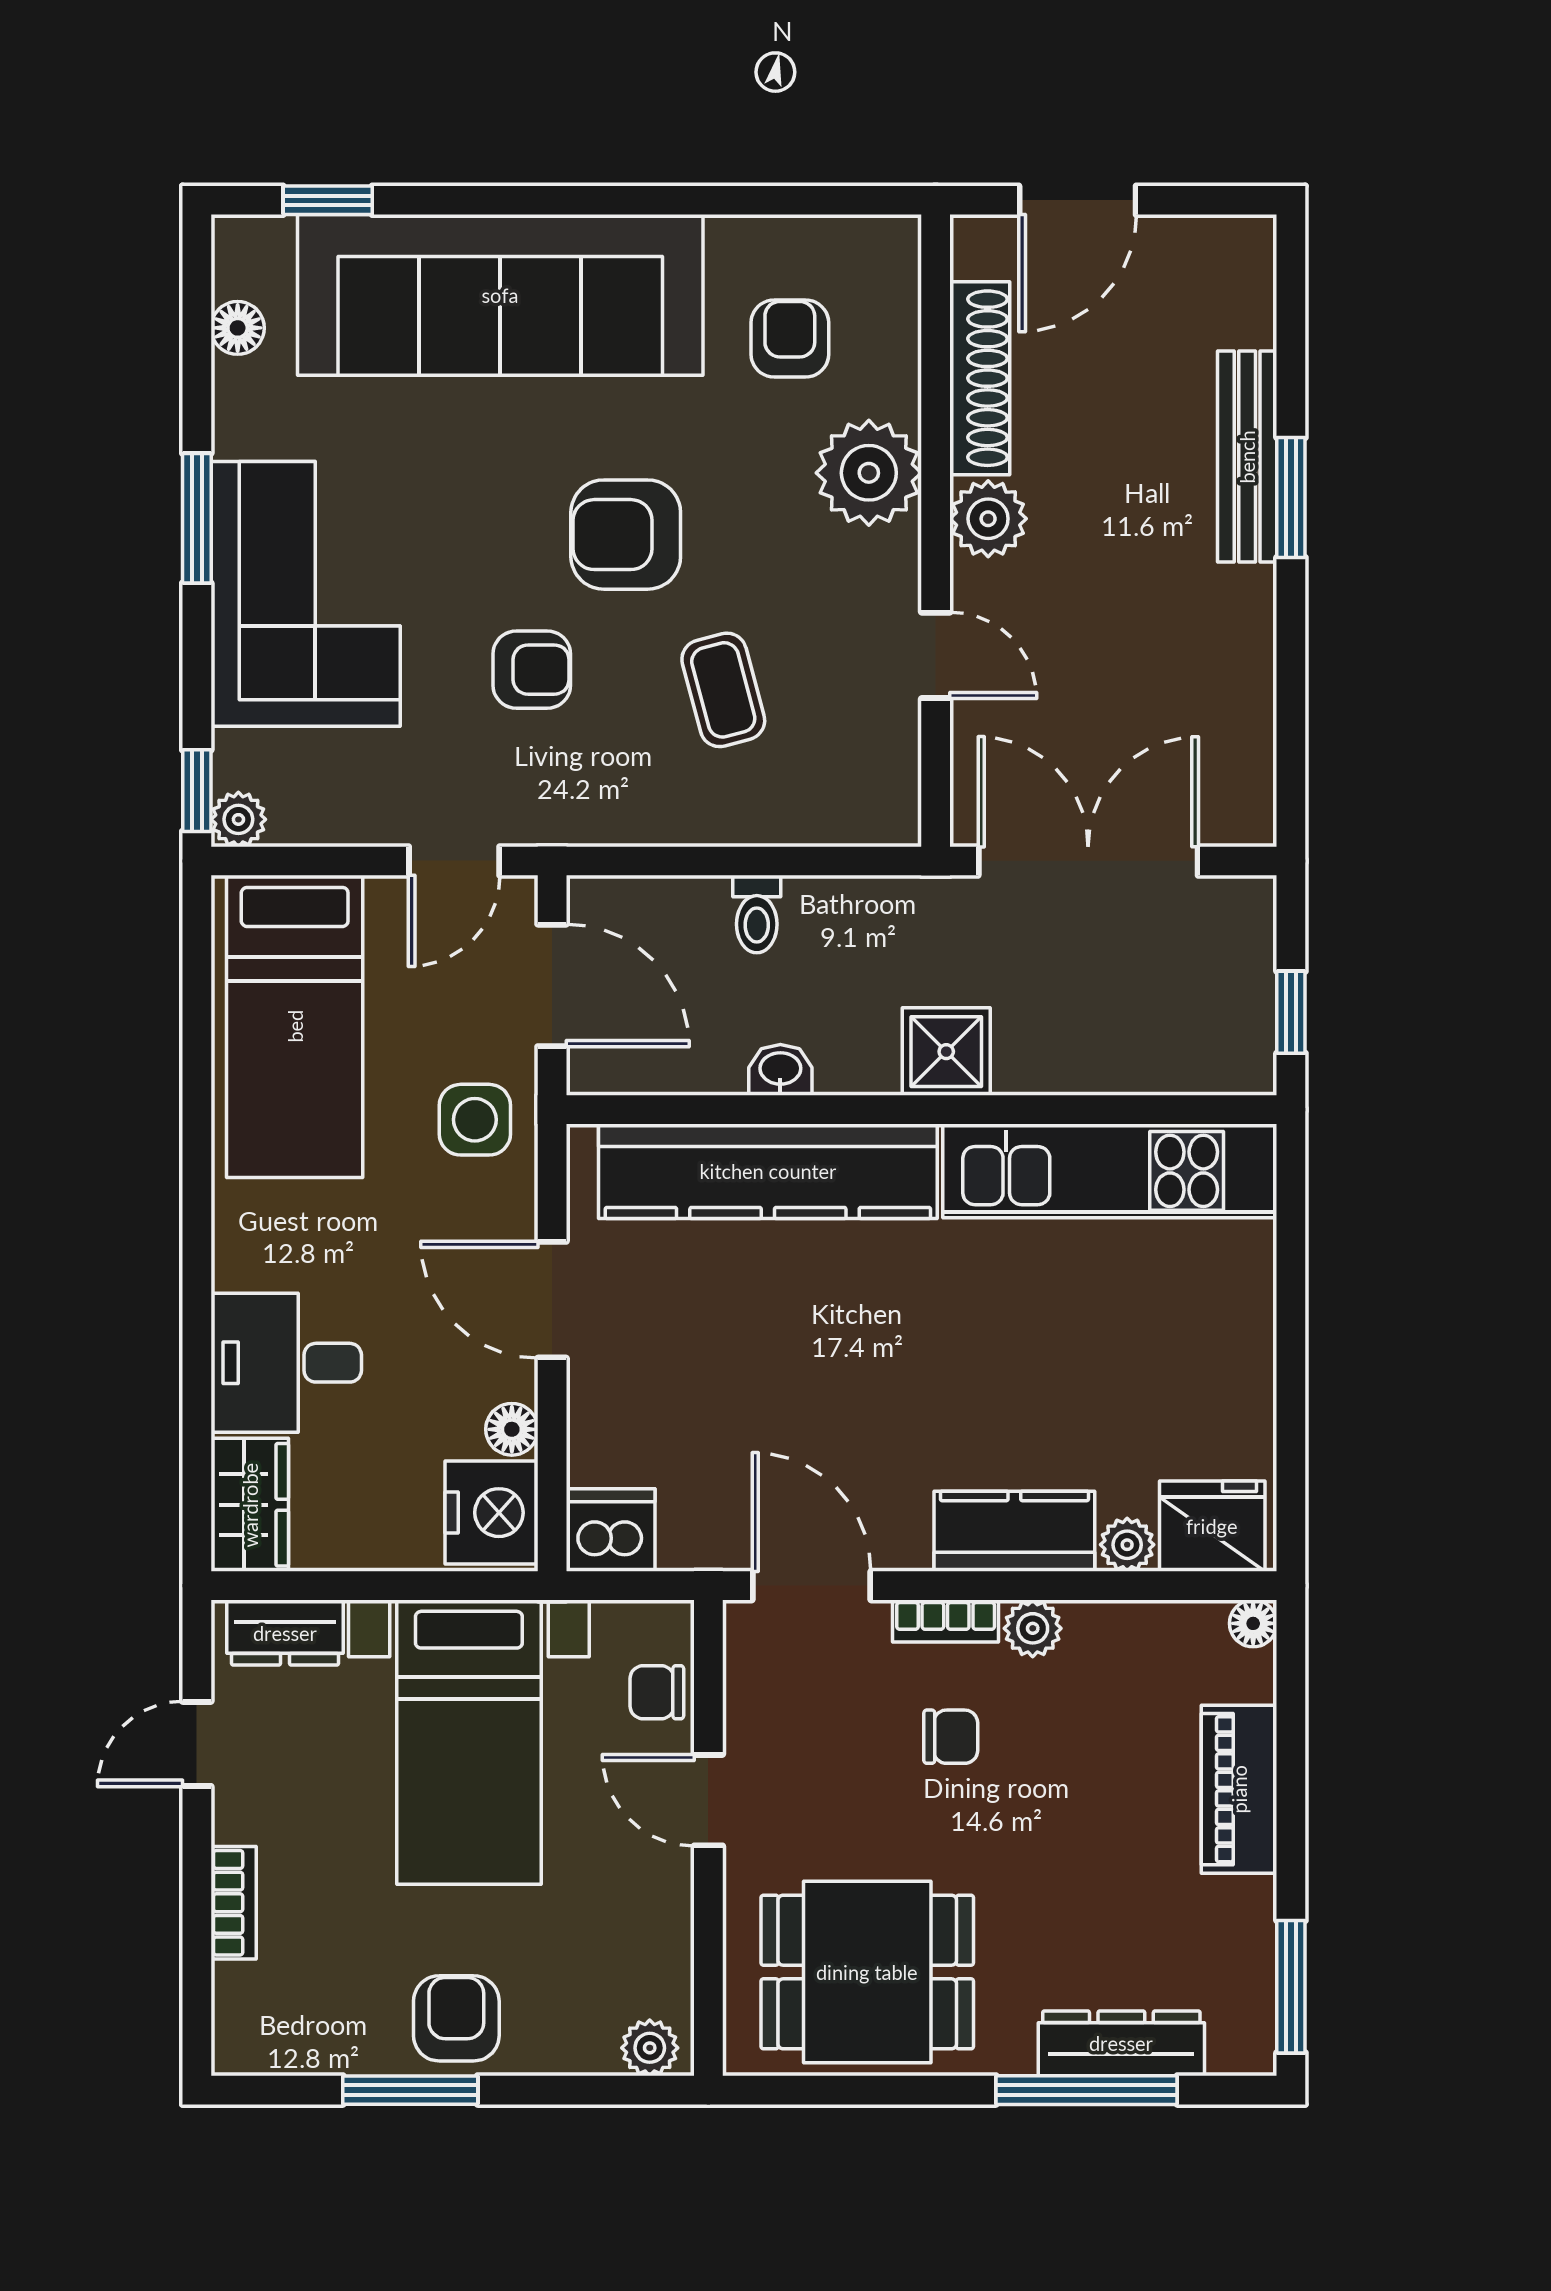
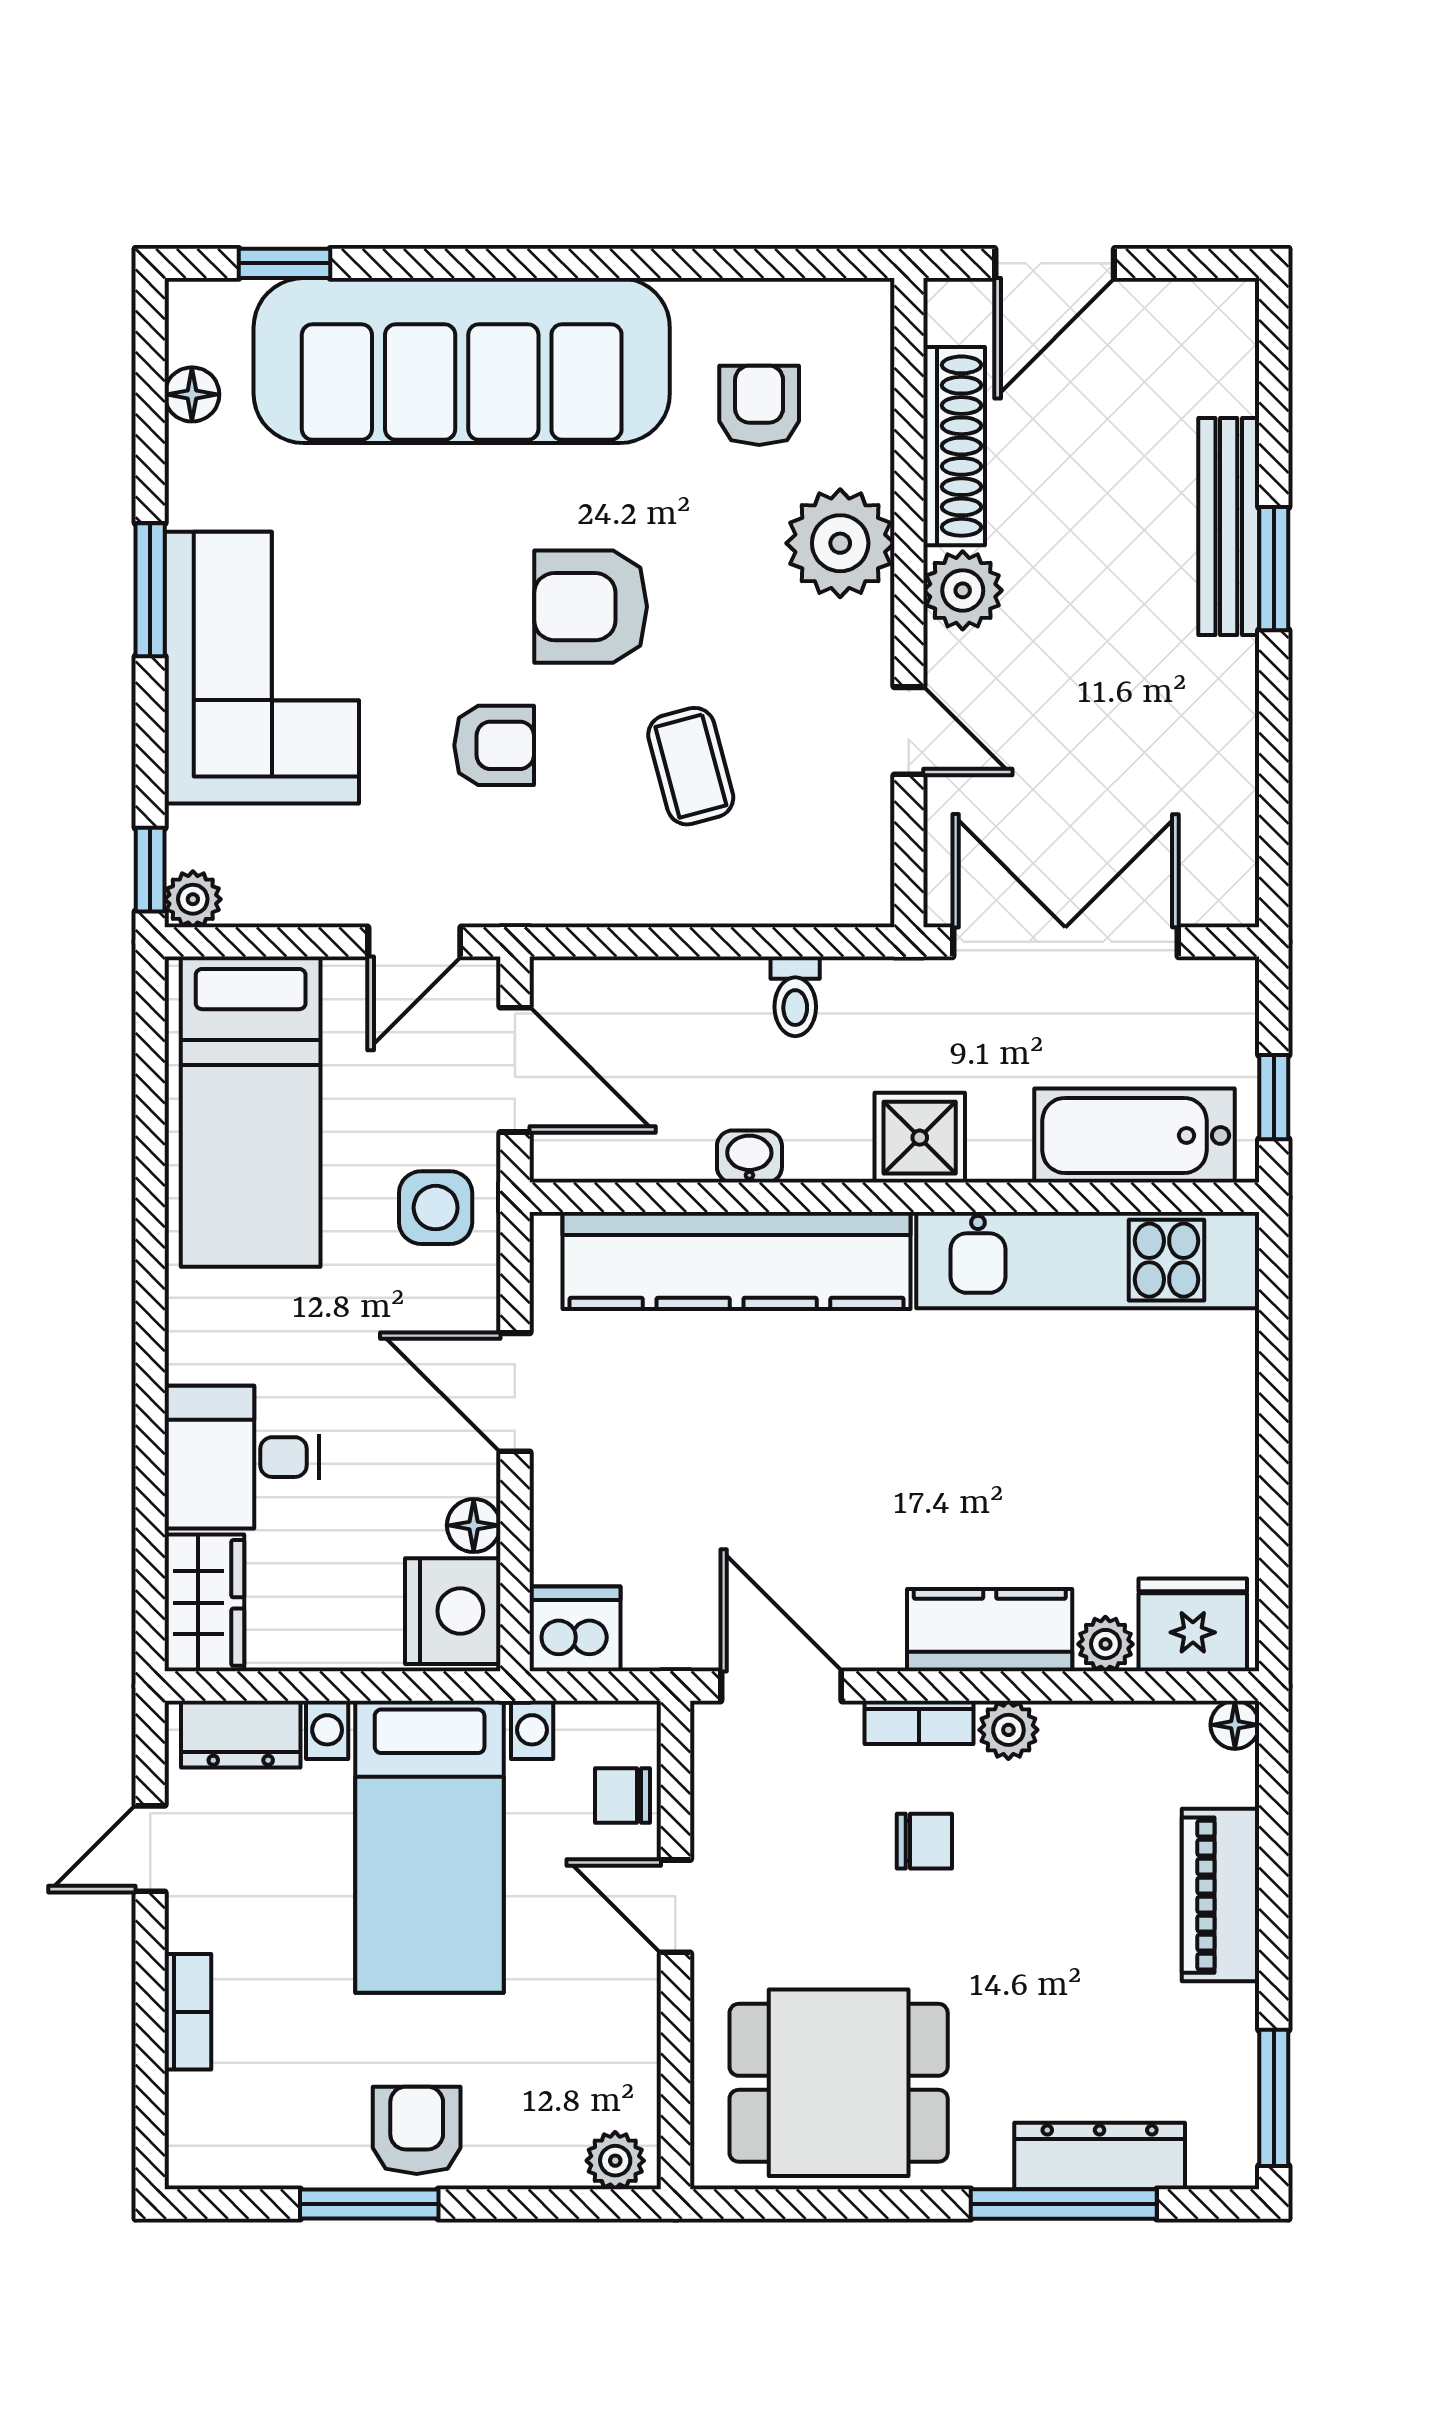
toilet: (757, 914) -> (795, 996), moved
bathtub: (1155, 1050) -> (1135, 1135), added

